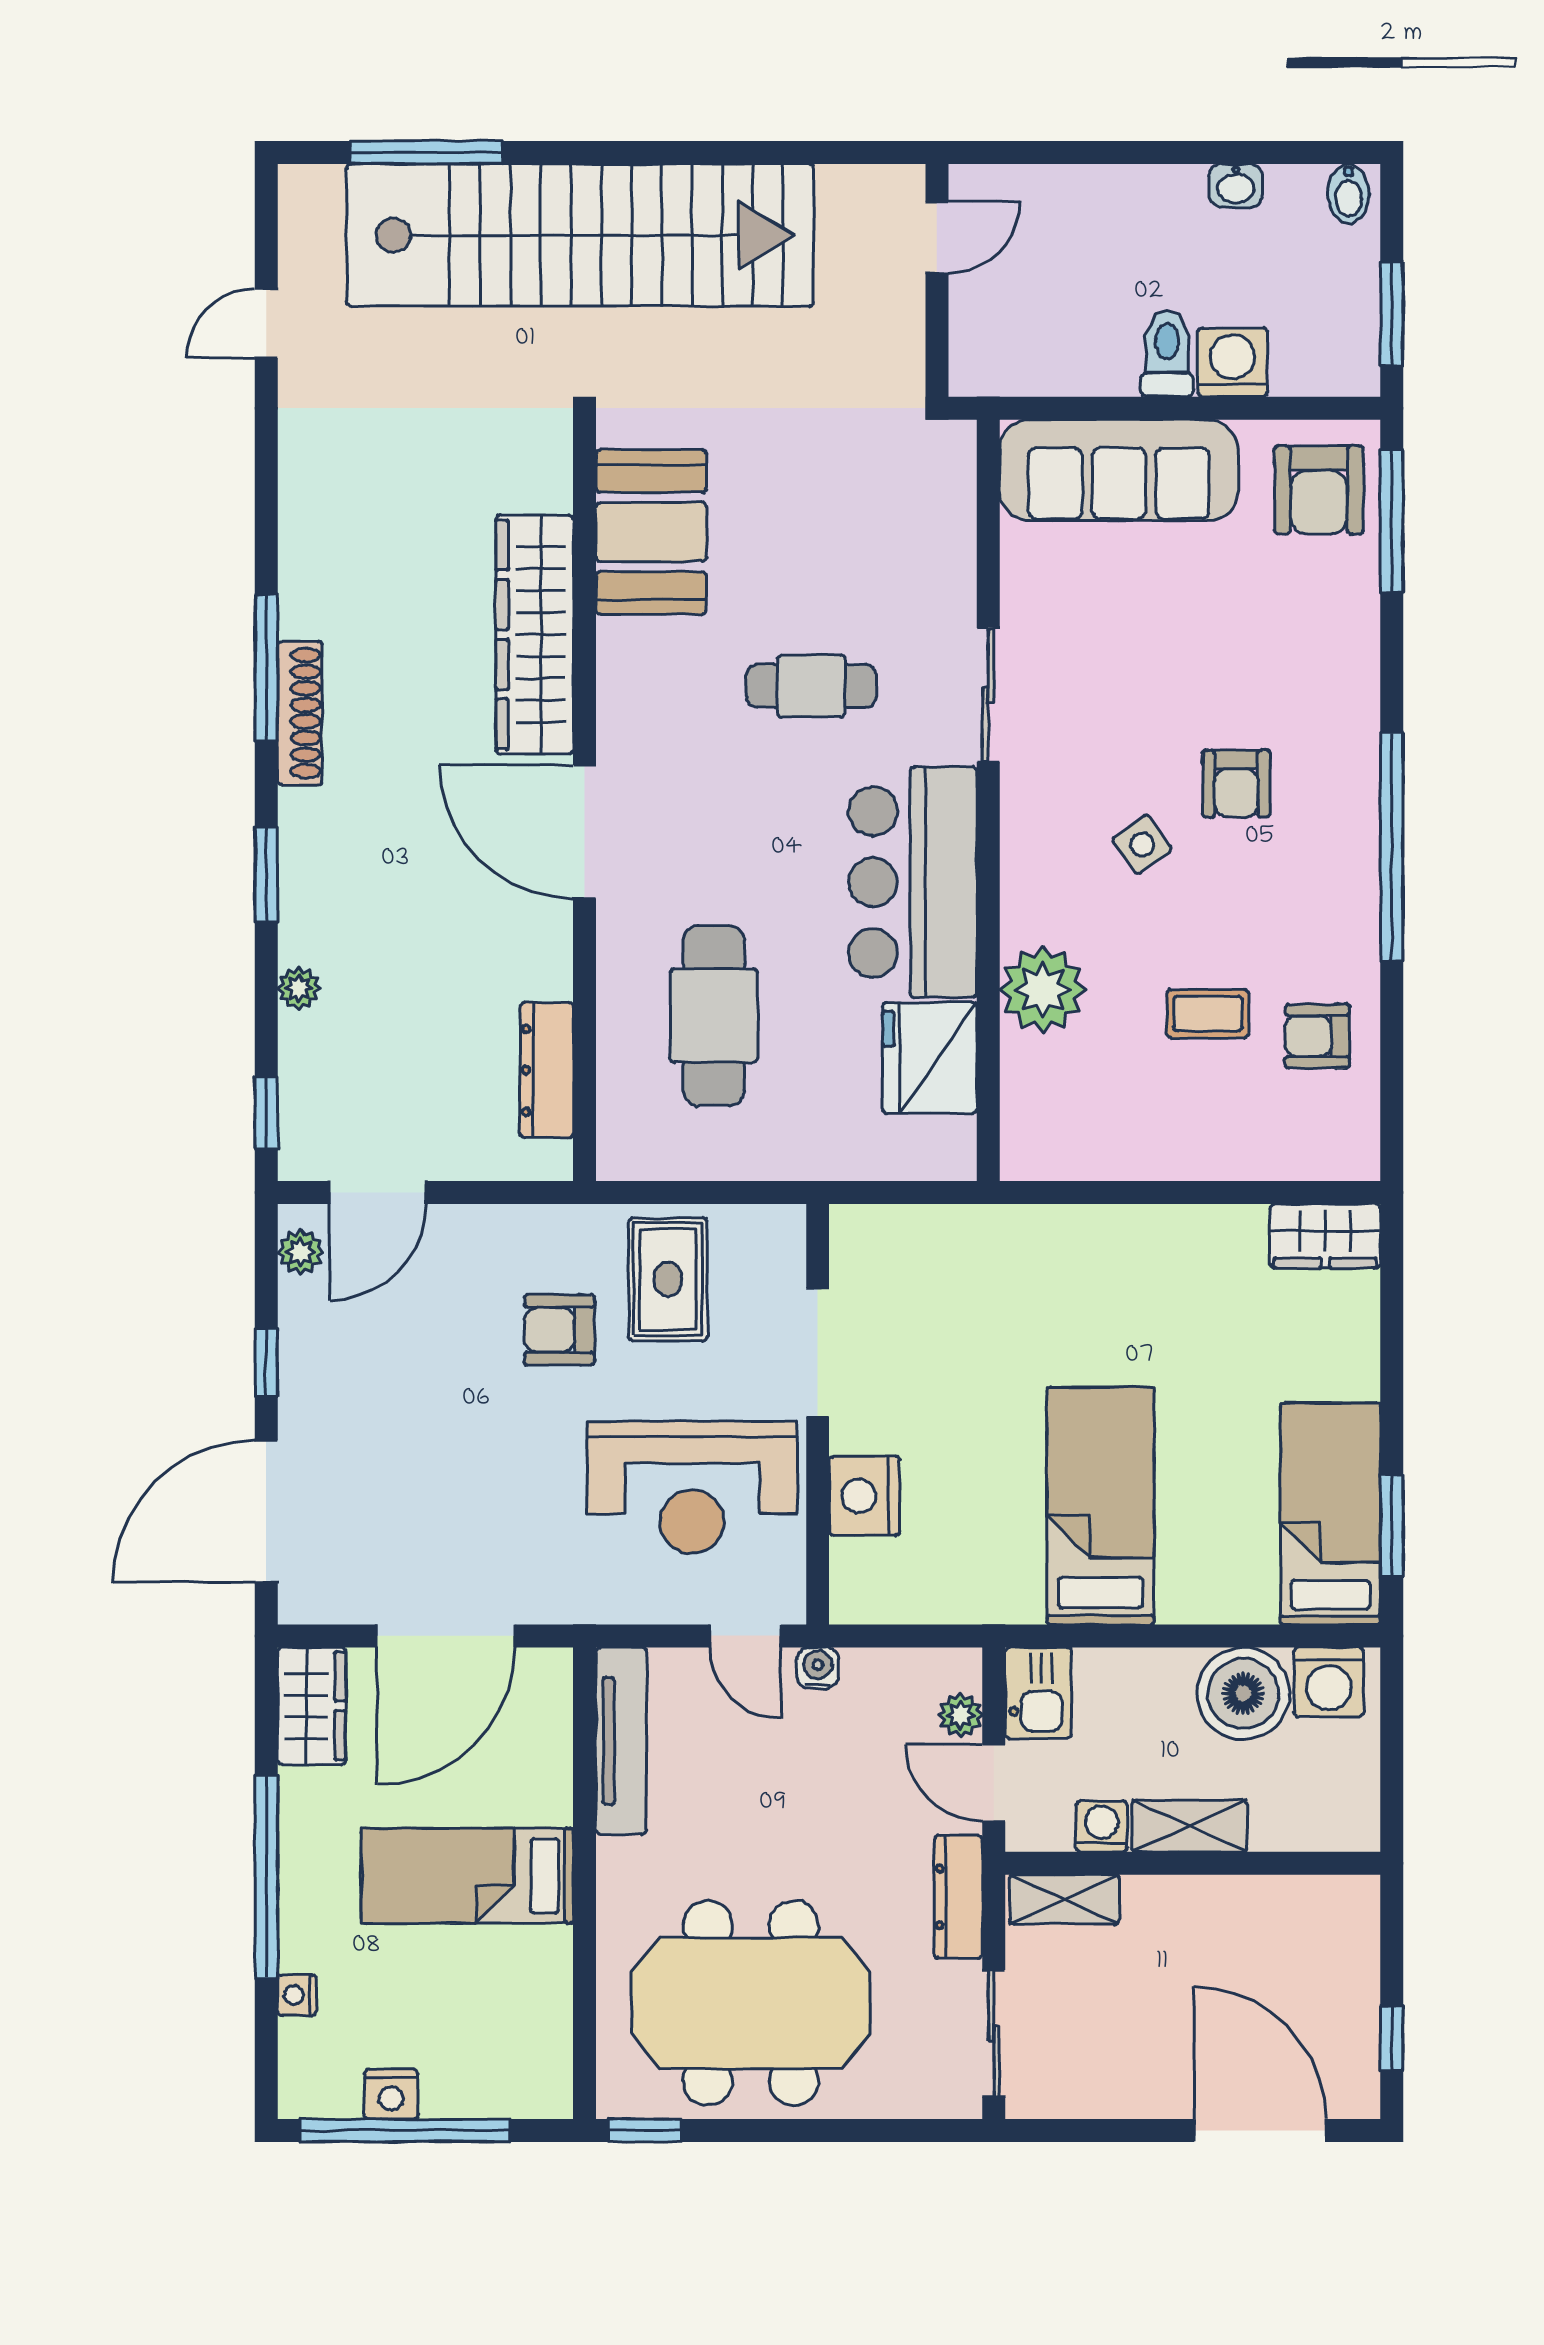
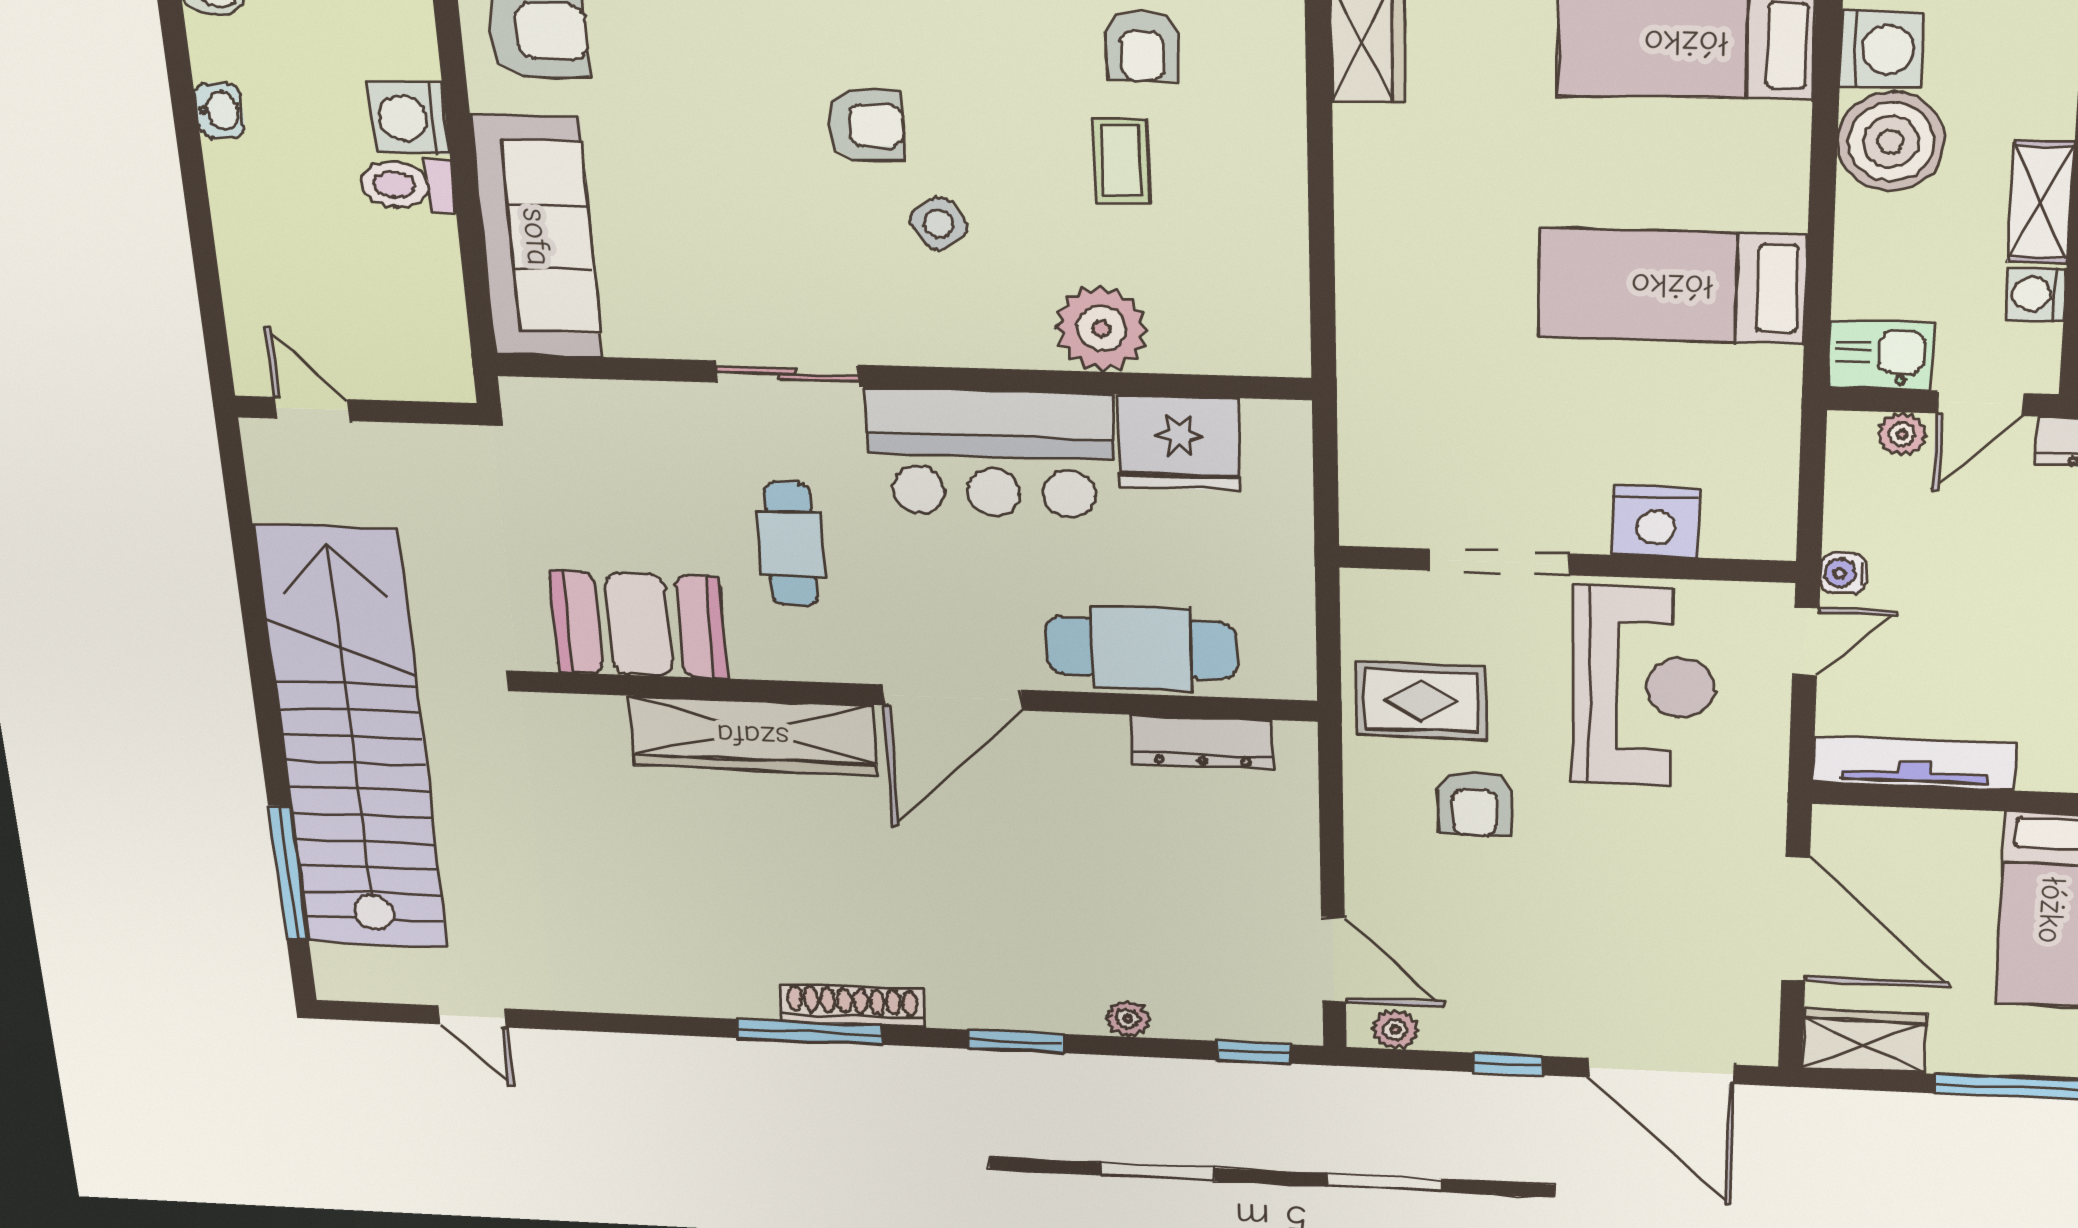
booth: (651, 532) -> (639, 625), moved
wardrobe: (535, 635) -> (753, 736), moved
wall: (585, 800) -> (920, 696), moved
door: (585, 832) -> (952, 698), moved
dresser: (547, 1070) -> (1202, 742), moved

